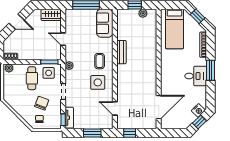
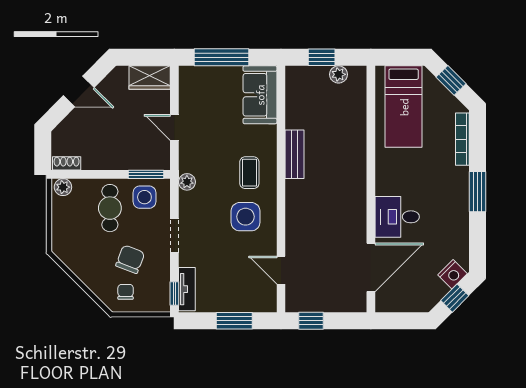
desk: (196, 76) -> (397, 217), moved, turned 180

